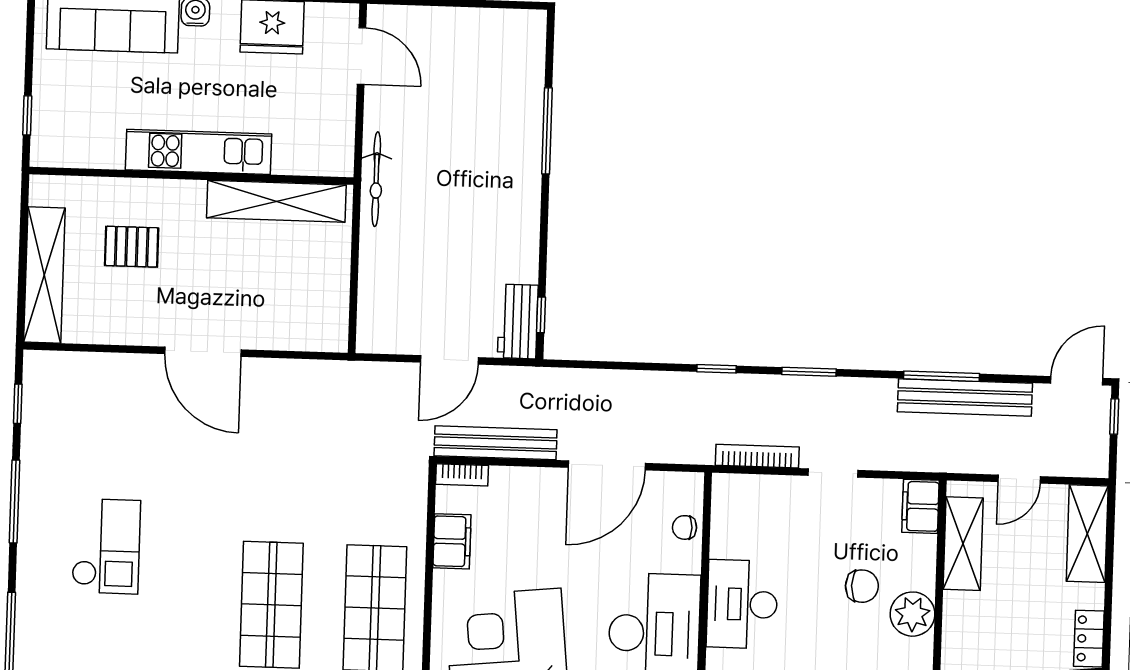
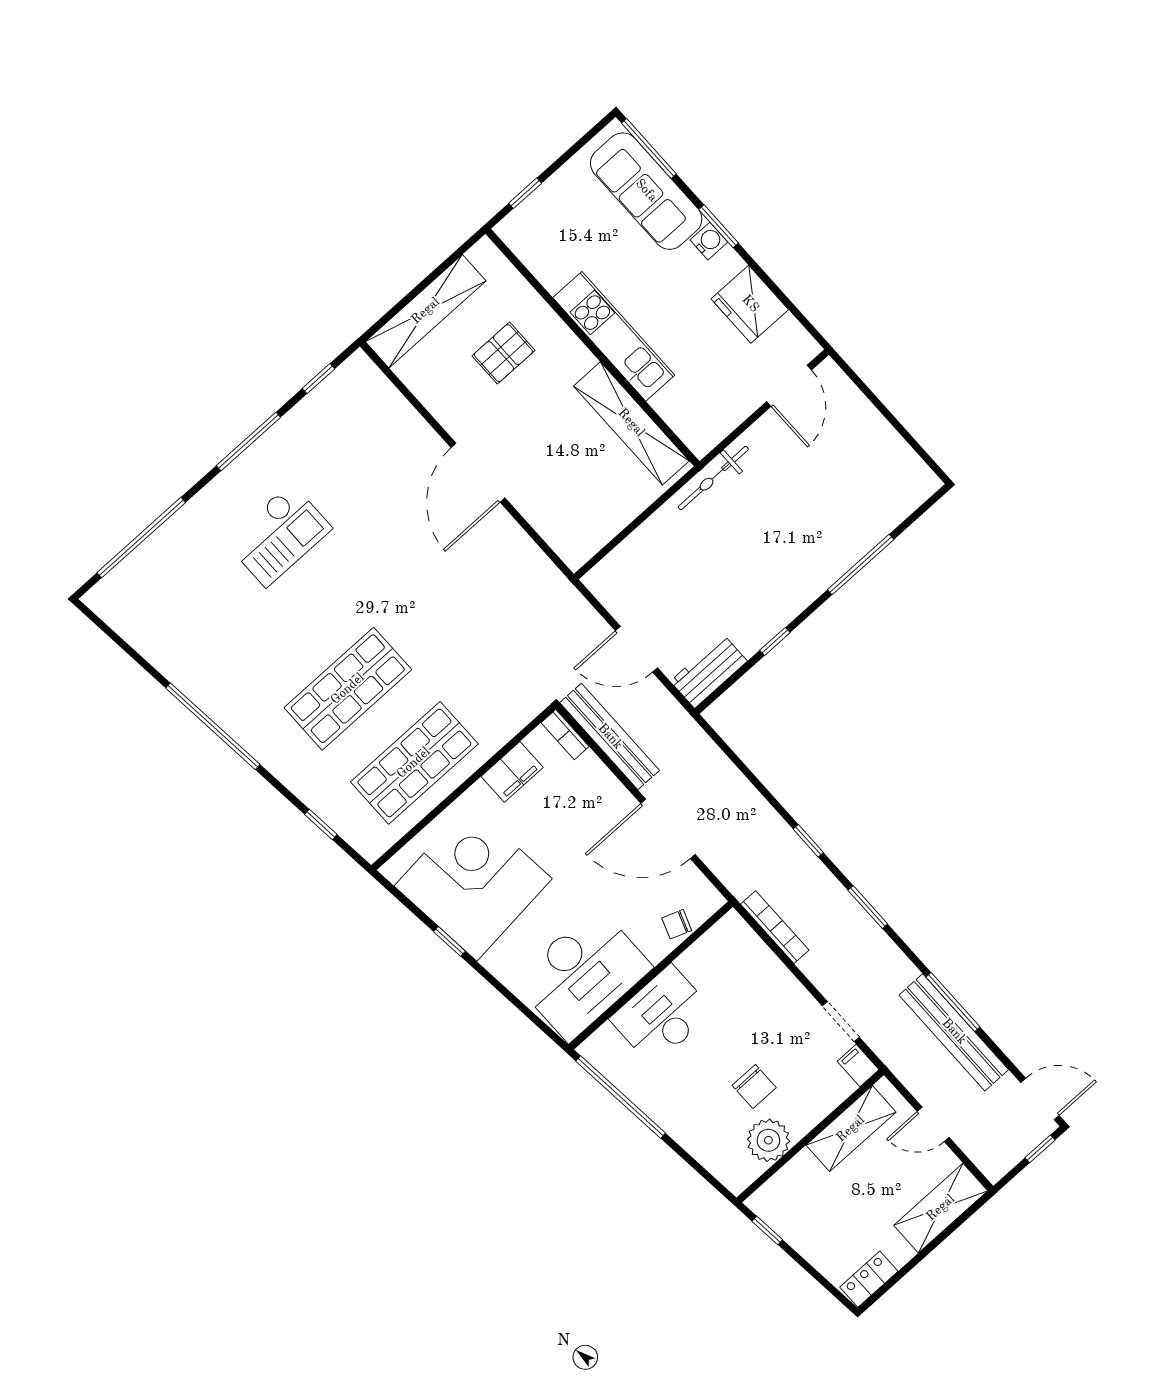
pallet: (132, 247) -> (503, 353), turned 90
window: (541, 315) -> (775, 641), moved
doorway: (833, 473) -> (841, 1022), moved
filing cabinet: (920, 506) -> (858, 1065), width x0.50
chair: (685, 527) -> (677, 924), turned -70

